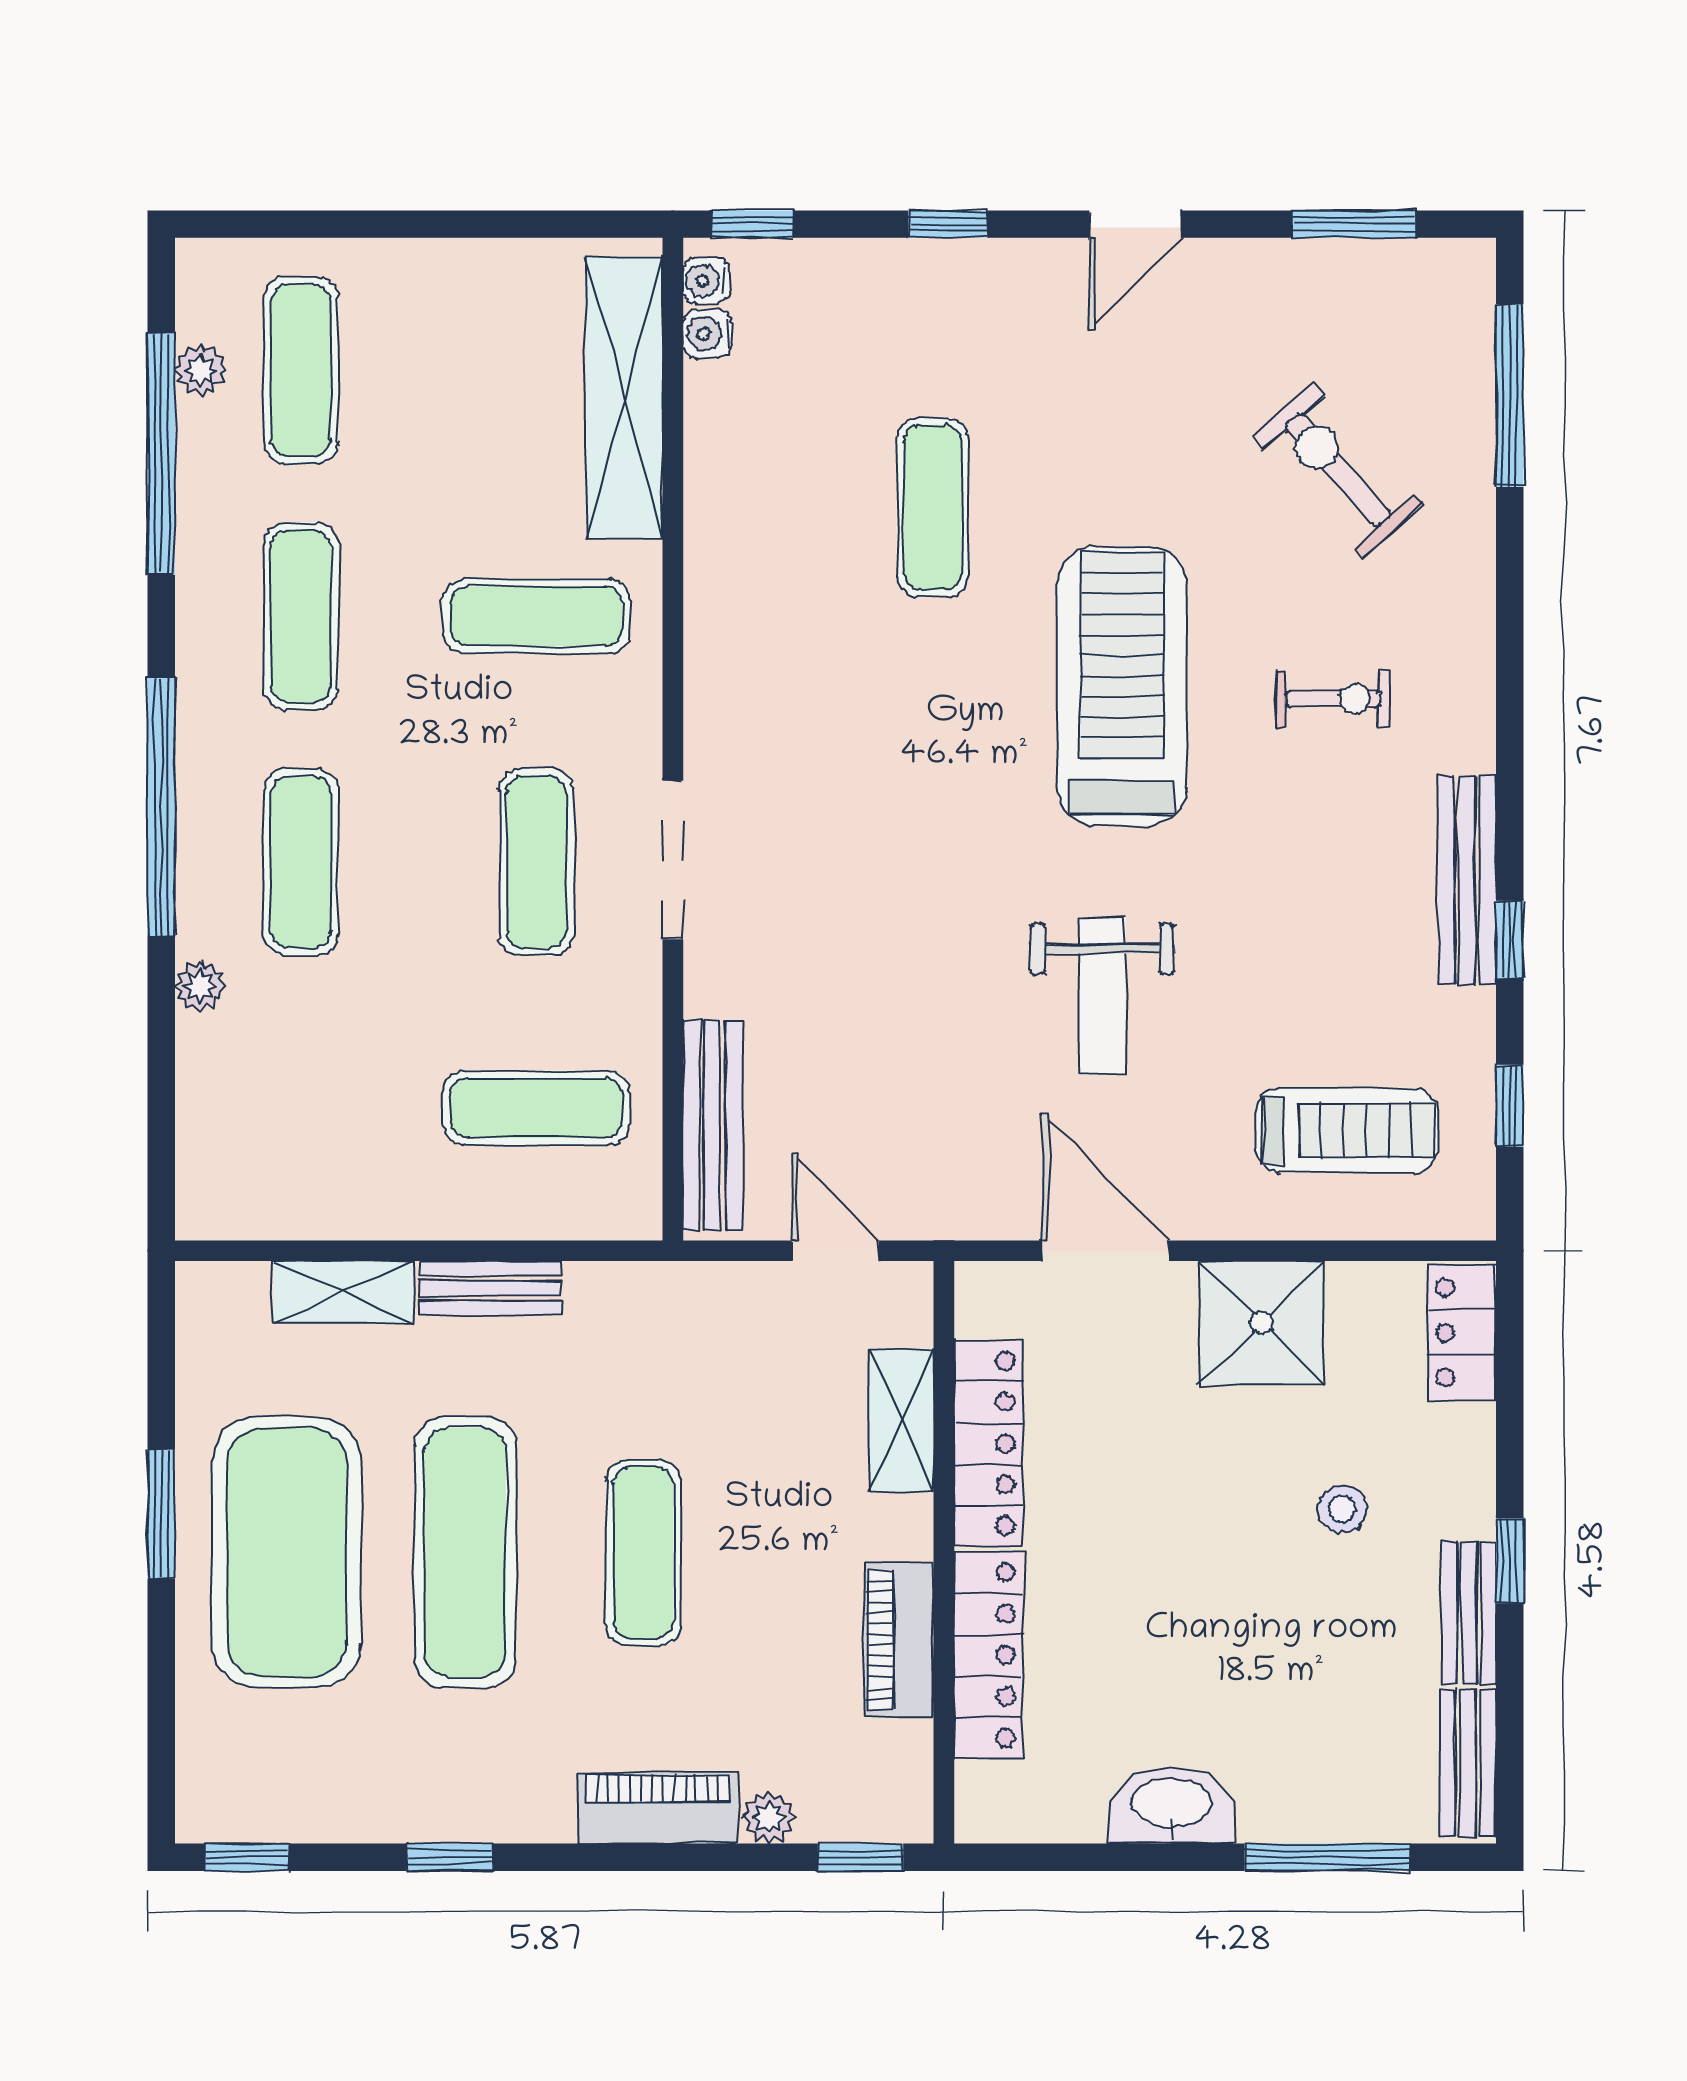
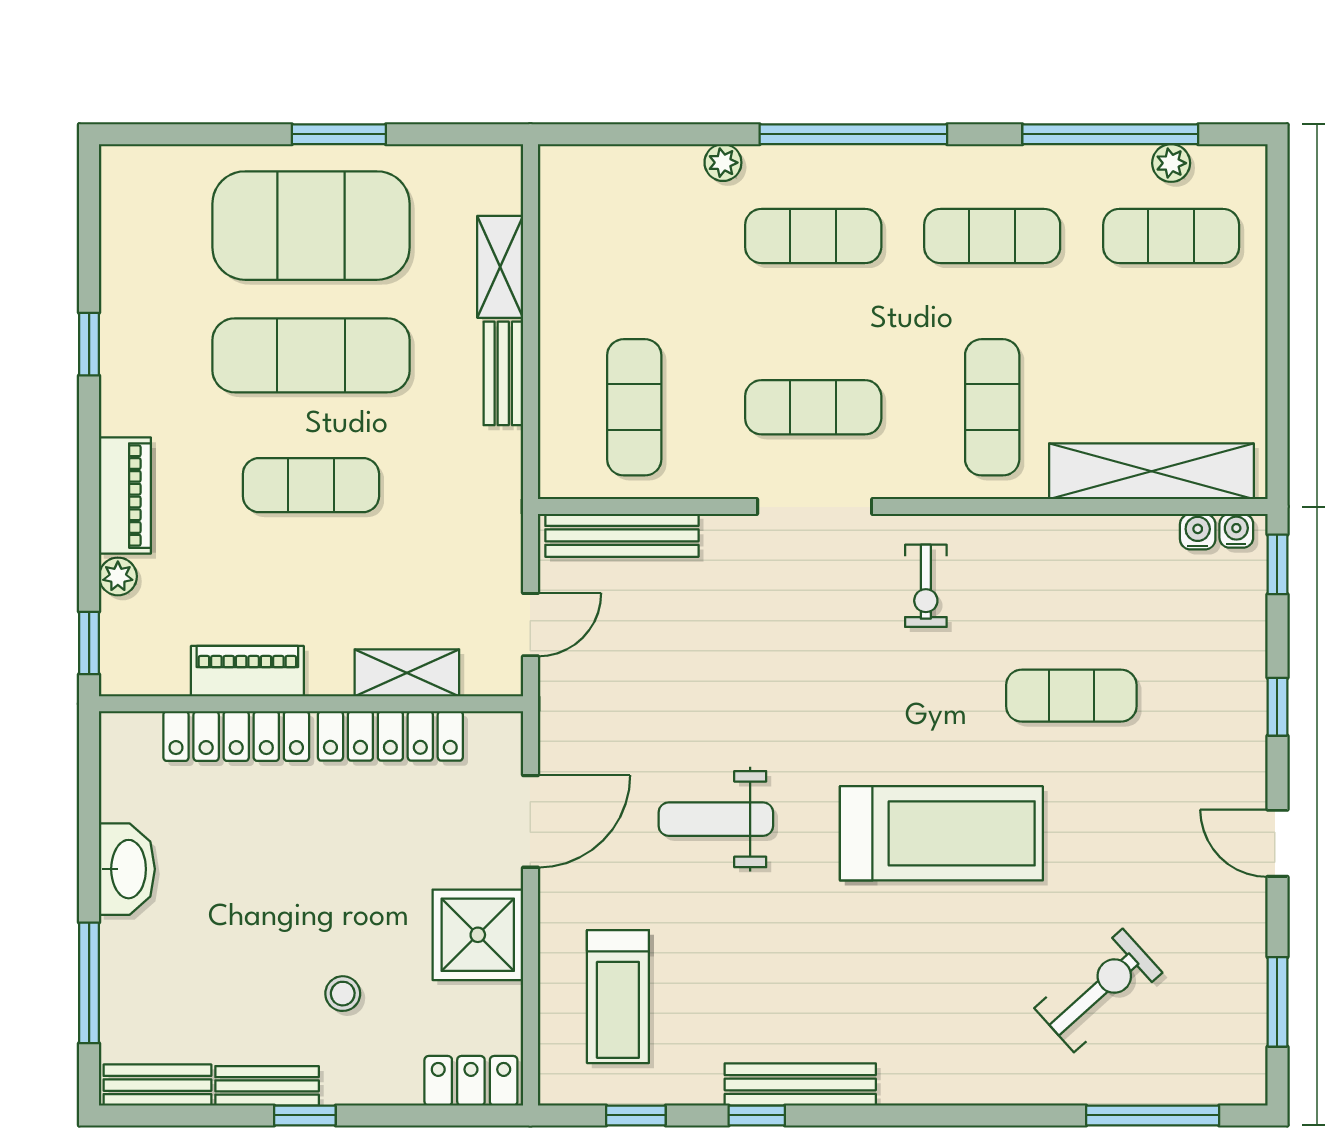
exercise bike: (1333, 699) -> (926, 586), moved
window: (247, 1857) -> (89, 196), removed

